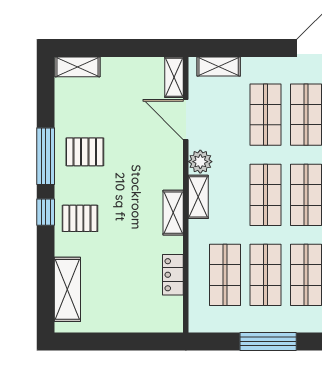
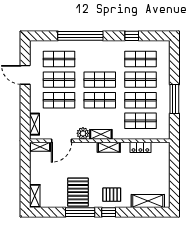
pallet: (85, 152) -> (78, 192), width x1.50, depth x1.42
pallet: (80, 218) -> (112, 195), turned 90

